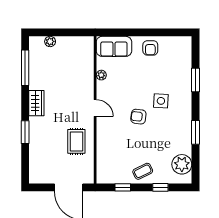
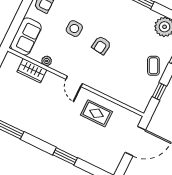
side table: (161, 101) -> (74, 29), moved
wardrobe: (36, 103) -> (32, 71), moved, turned 180
door: (95, 108) -> (74, 81), swing flipped

